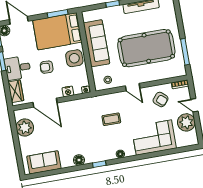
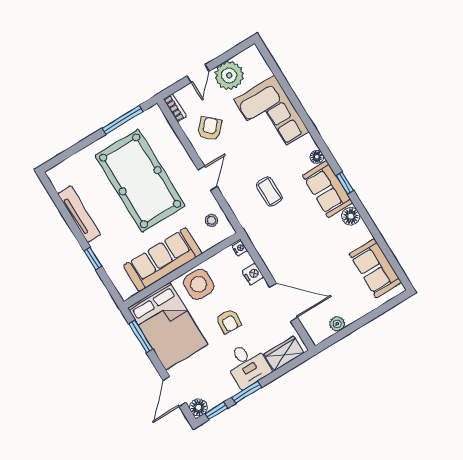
door: (45, 103) -> (284, 302), hinge flipped
plant: (25, 128) -> (337, 324), width x0.53, depth x0.53
sofa: (100, 153) -> (327, 189), added

